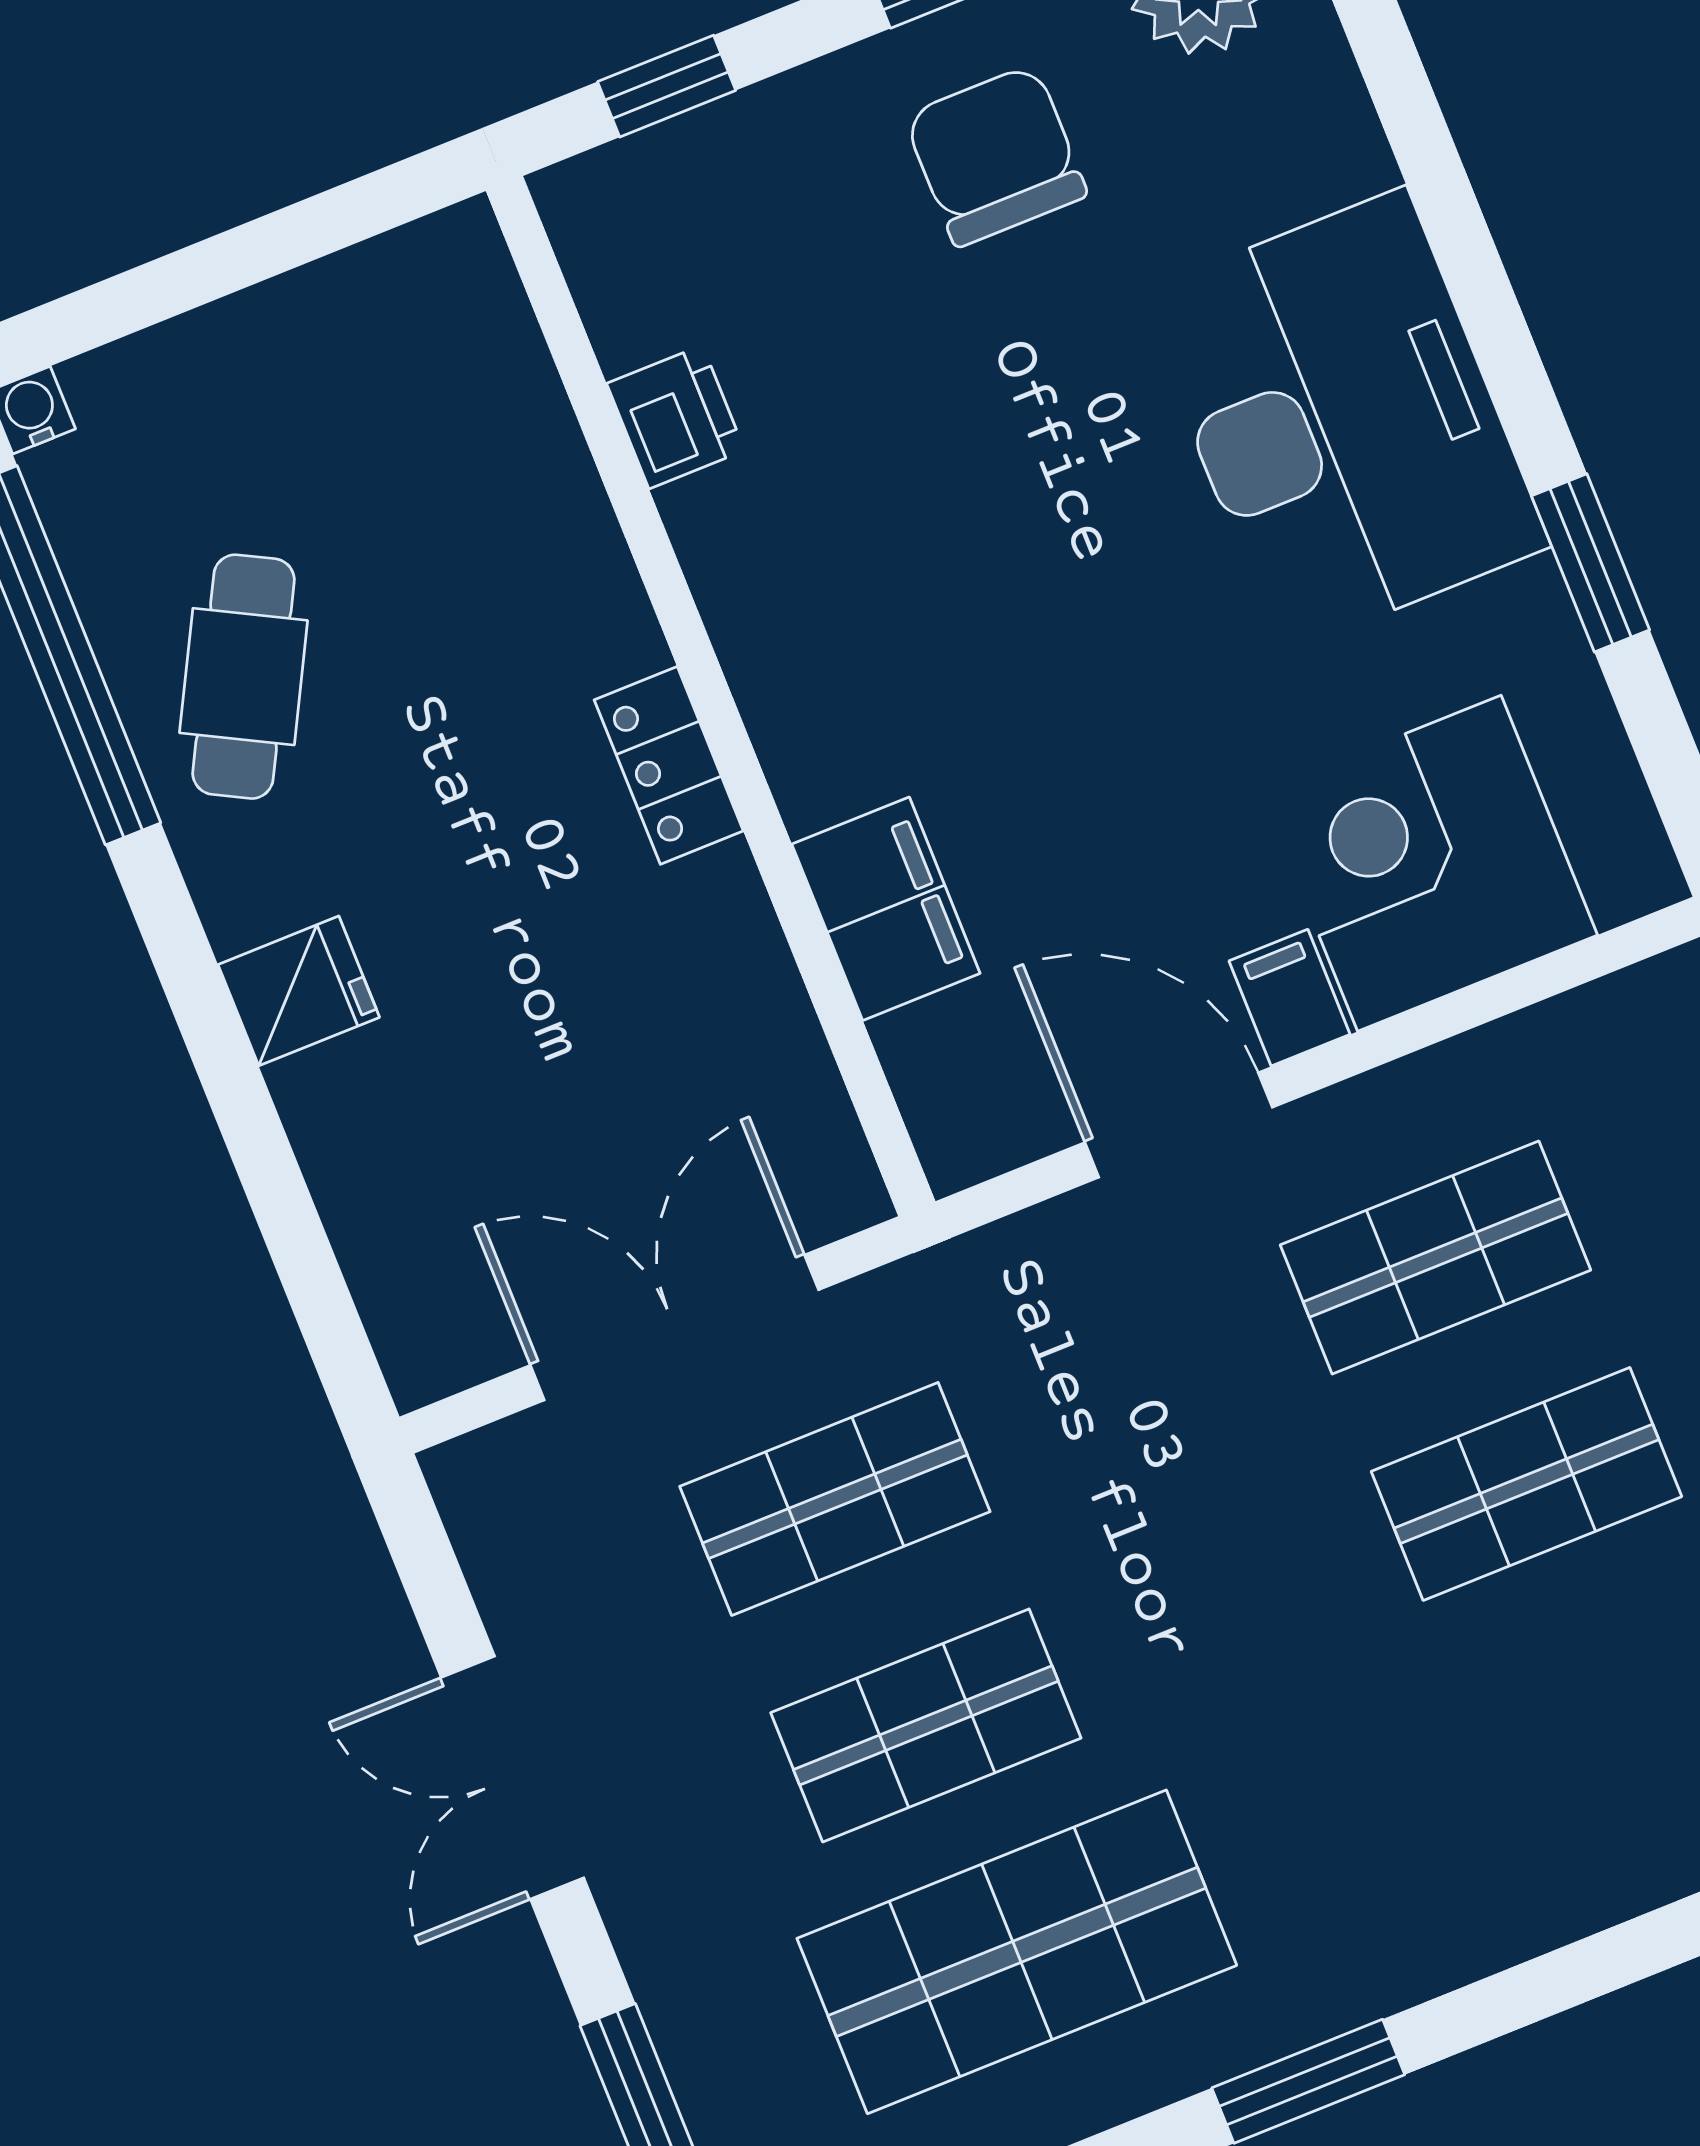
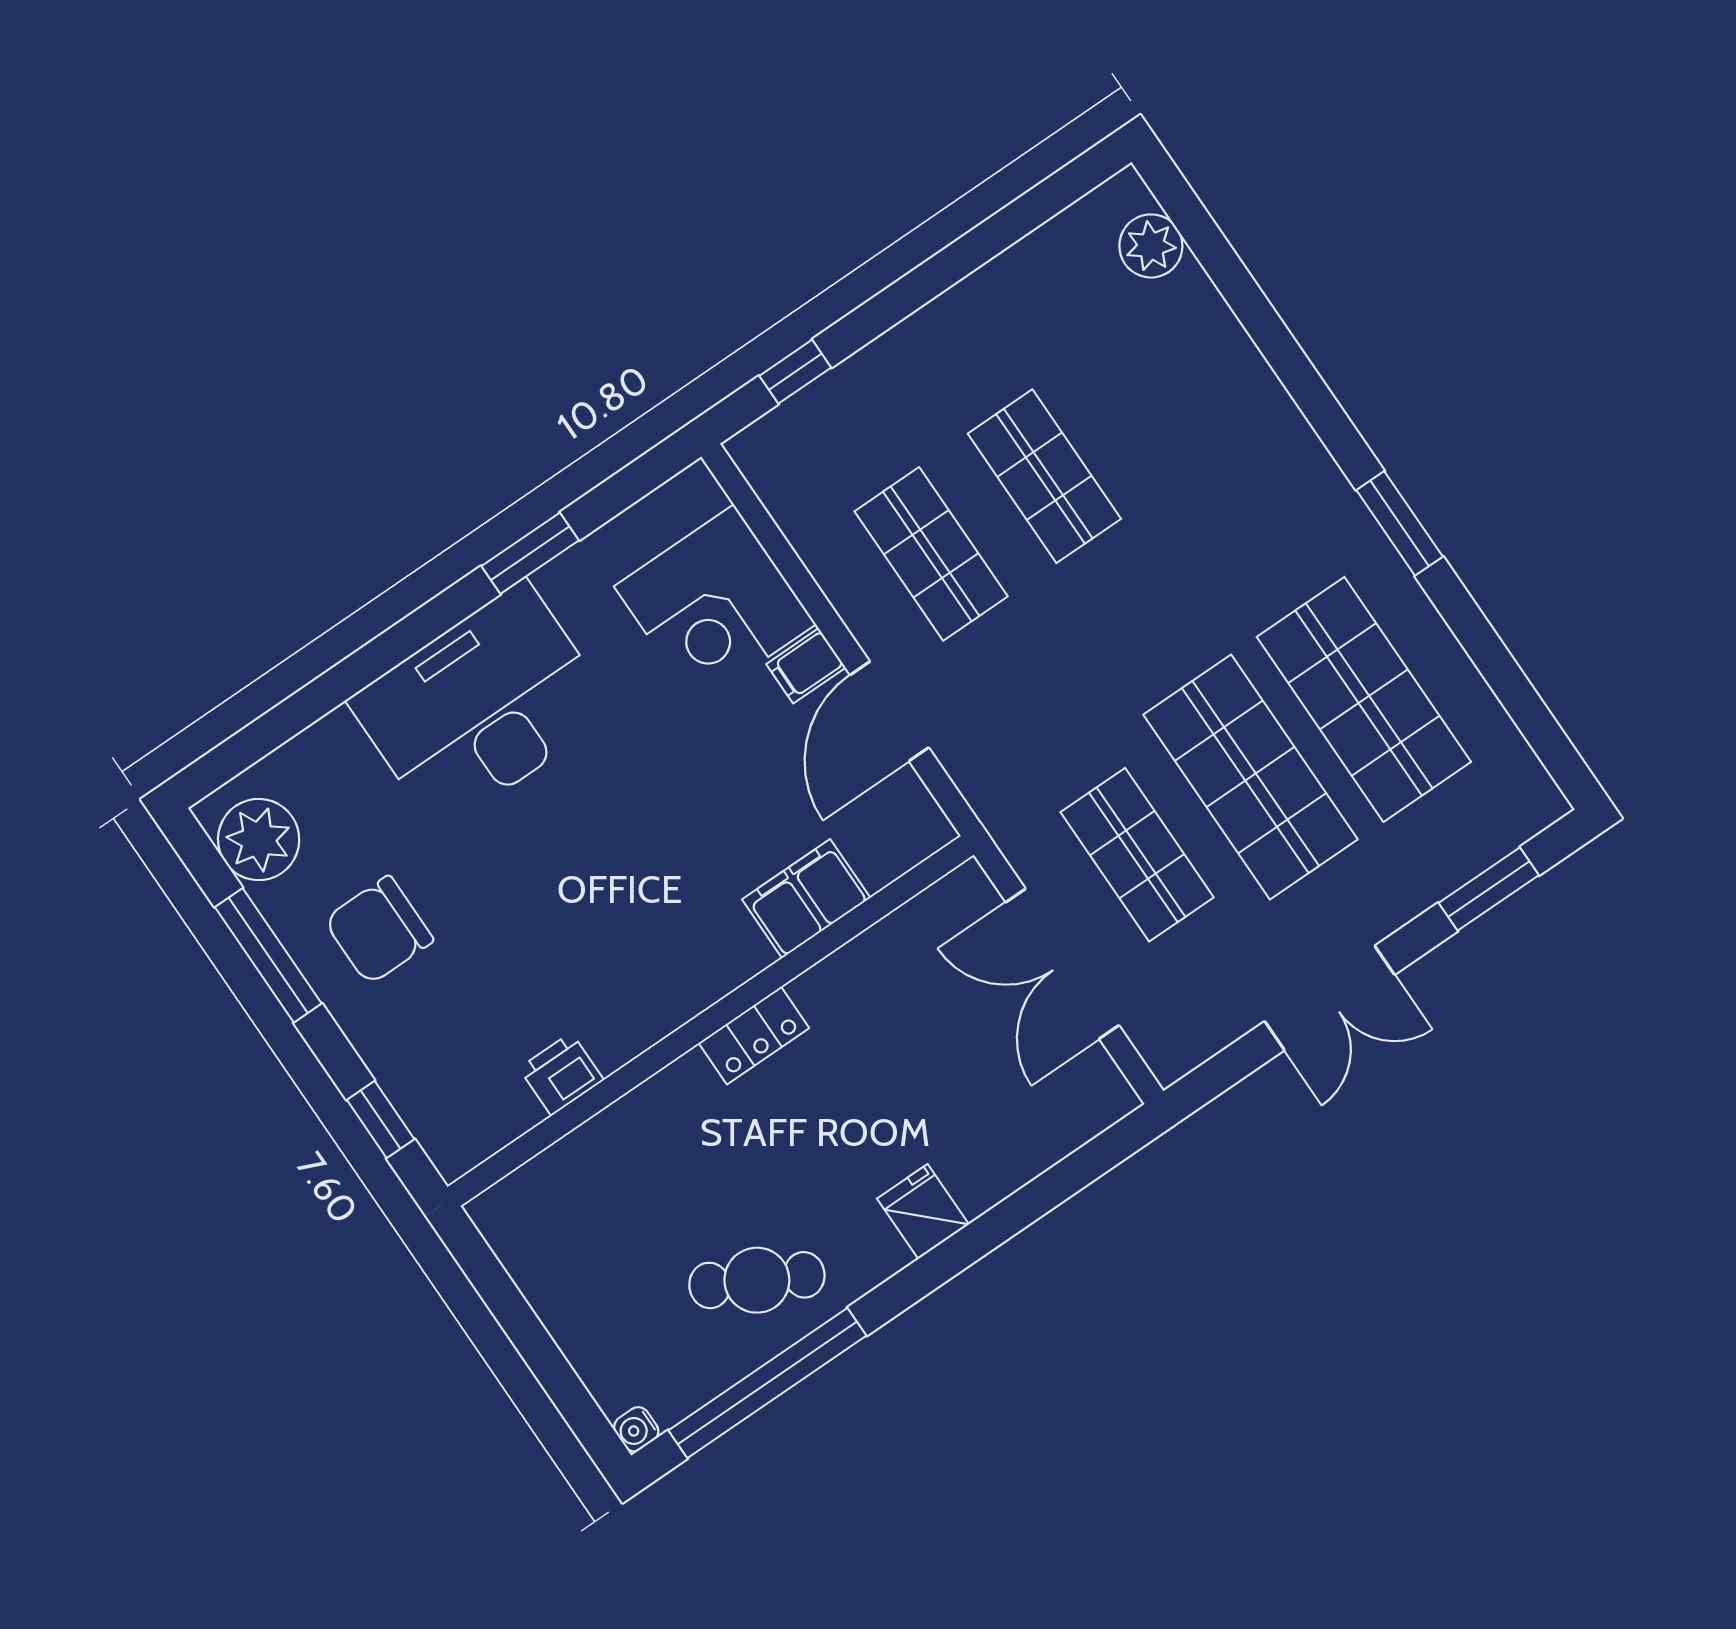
shop shelf: (926, 1725) -> (1250, 777), width x1.43, depth x1.36

